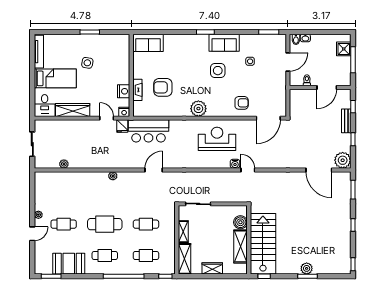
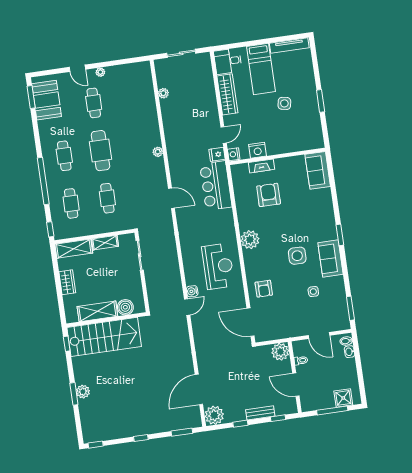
plant: (297, 97) -> (280, 352), added
booth: (69, 264) -> (47, 100), moved

